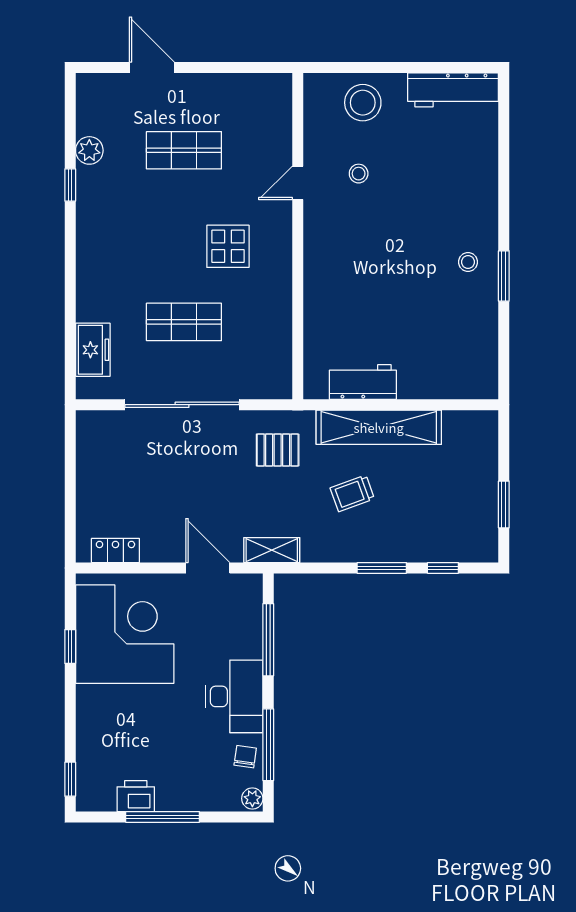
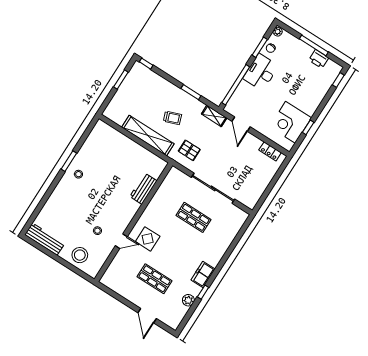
display table: (228, 246) -> (148, 239), moved
freezer: (93, 350) -> (203, 274), moved
workbench: (363, 382) -> (143, 189), moved, turned 90
window: (382, 568) -> (191, 92), moved
window: (443, 568) -> (146, 64), moved
corner desk: (125, 634) -> (290, 122), width x0.74, depth x0.74
window: (268, 640) -> (236, 85), width x1.46
window: (268, 745) -> (260, 47), width x0.69

